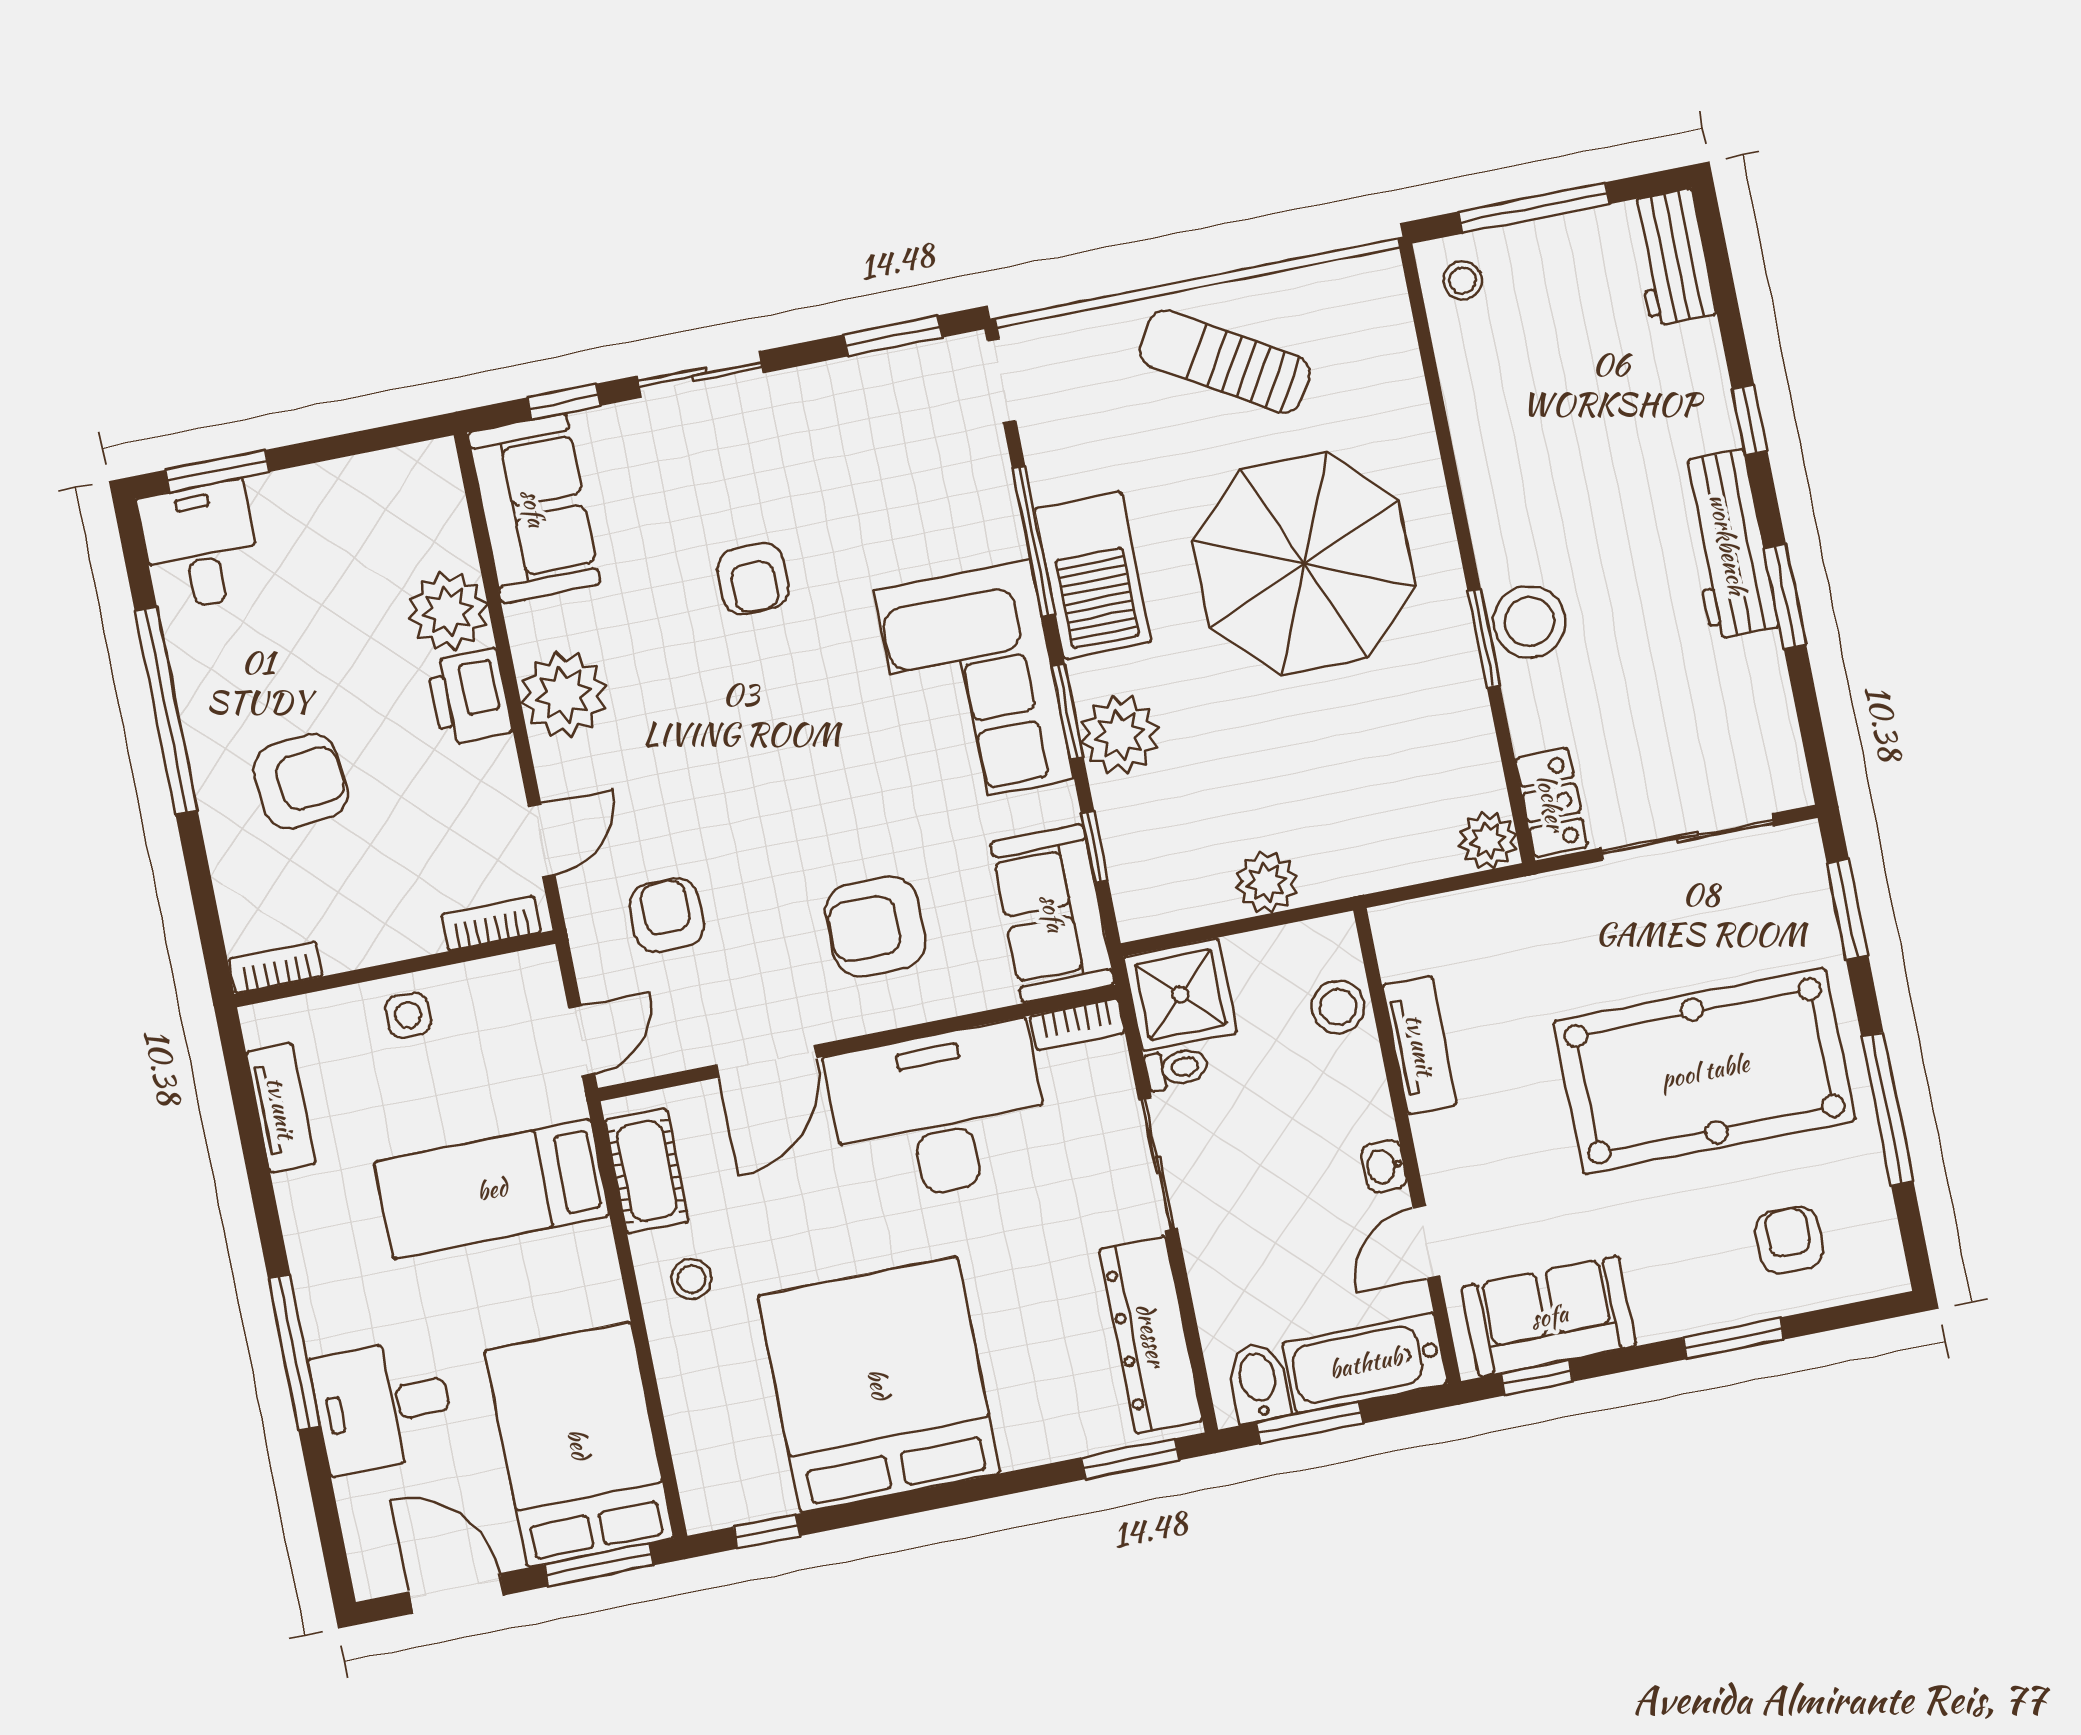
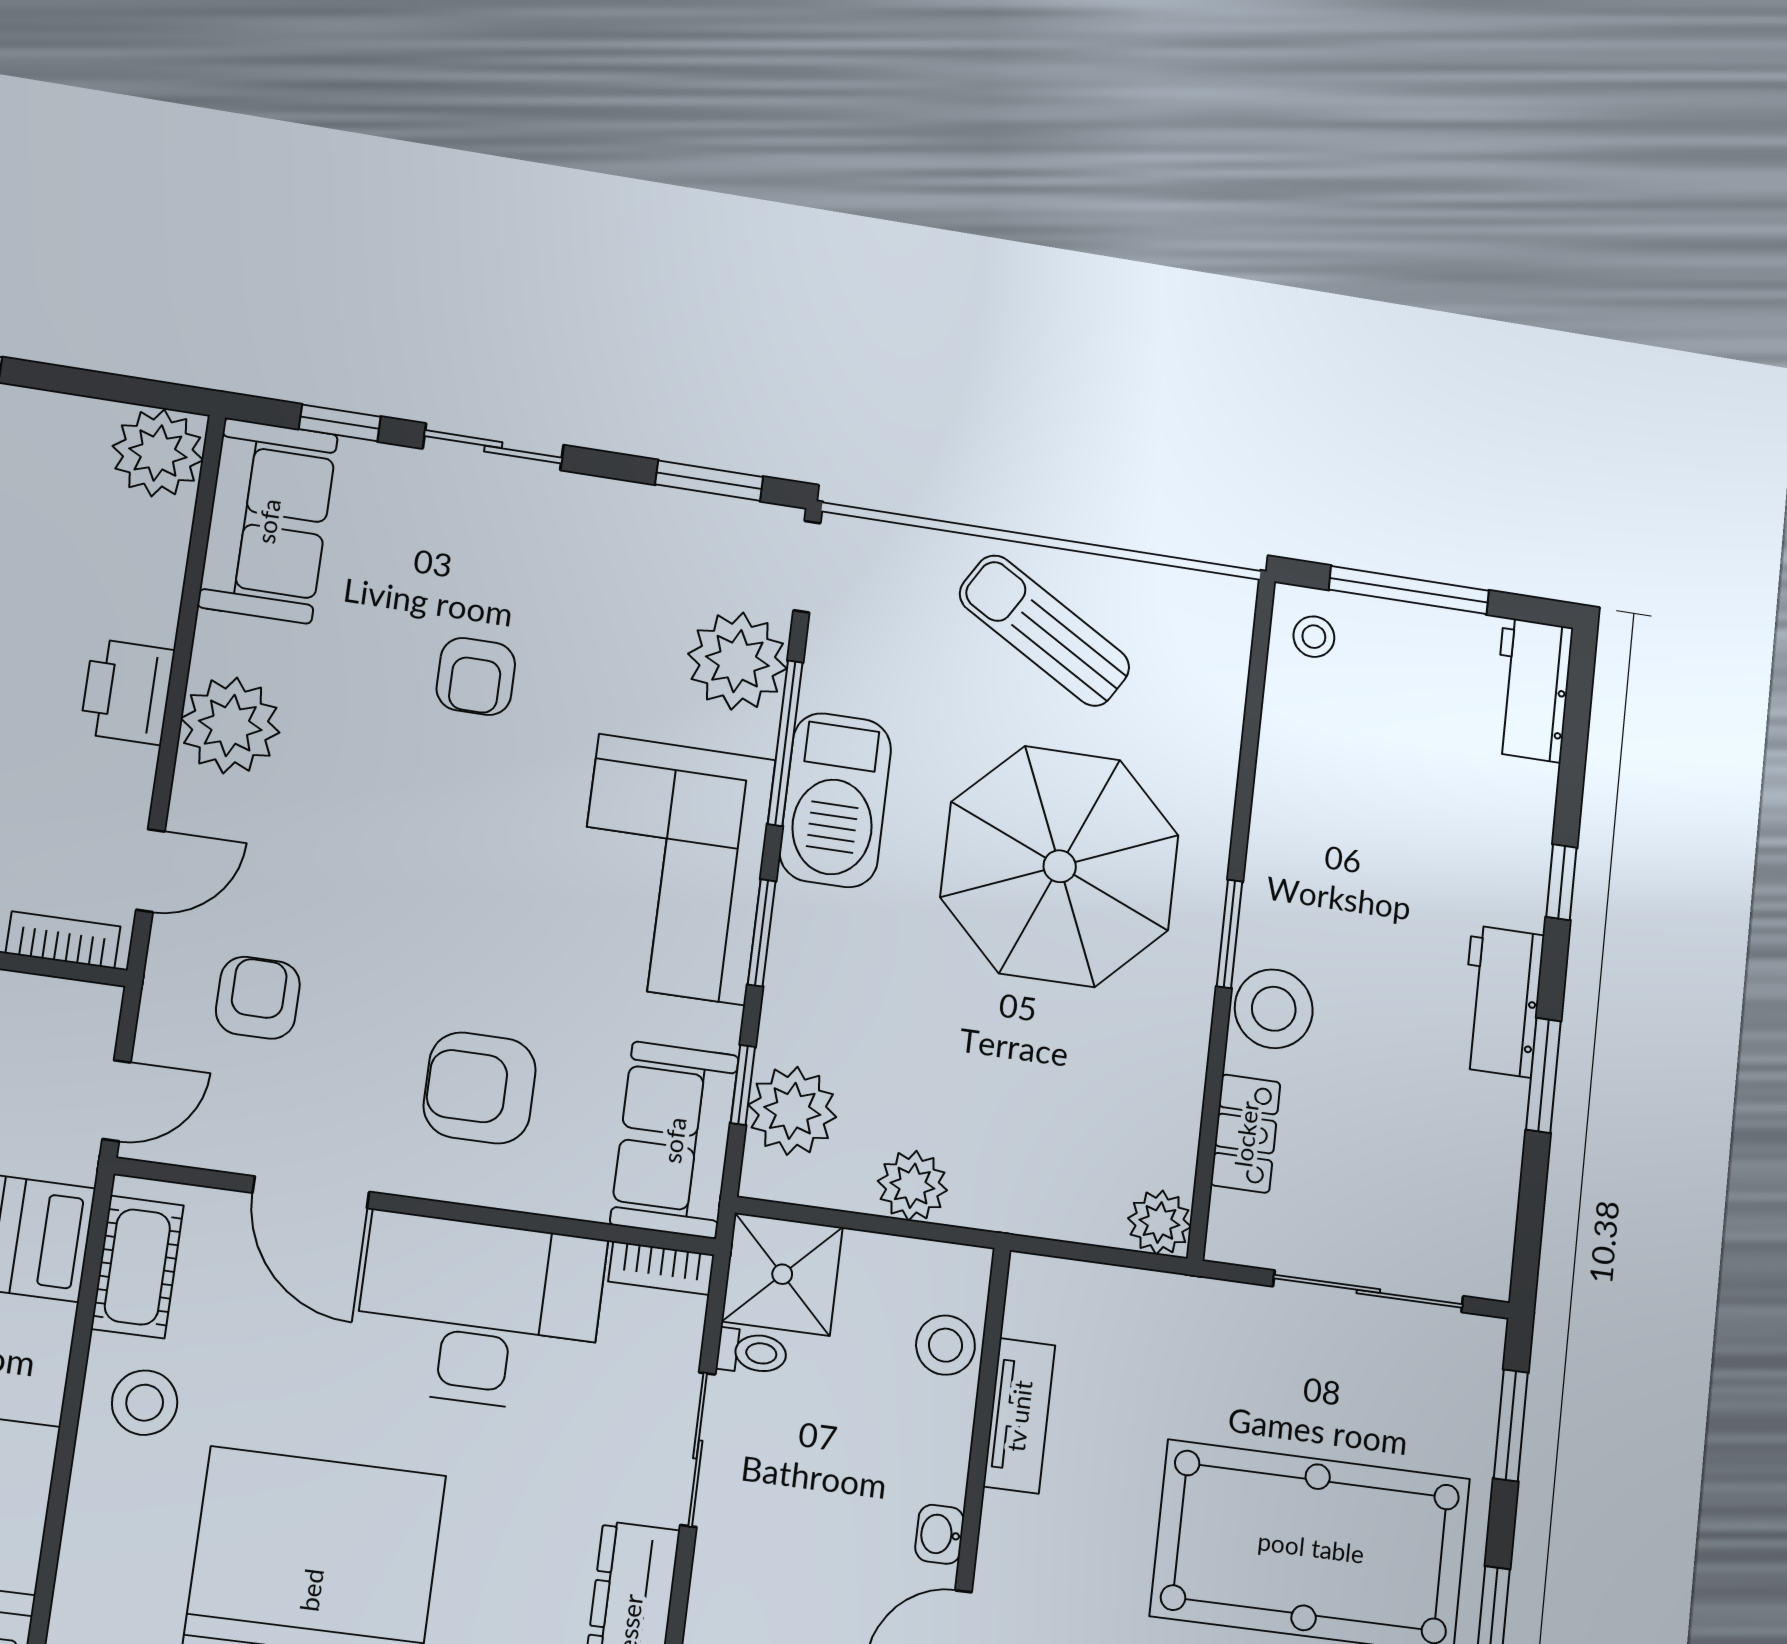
plant: (969, 485) -> (737, 661), added
workbench: (1728, 544) -> (1502, 1001), width x0.73
plant: (448, 611) -> (158, 453), moved
window: (1484, 638) -> (1230, 934), moved
plant: (1120, 735) -> (792, 1111), moved
locker: (1551, 803) -> (1246, 1134), moved
door: (766, 1061) -> (311, 1192), hinge flipped
stool: (692, 1279) -> (145, 1403), width x1.37, depth x1.37

